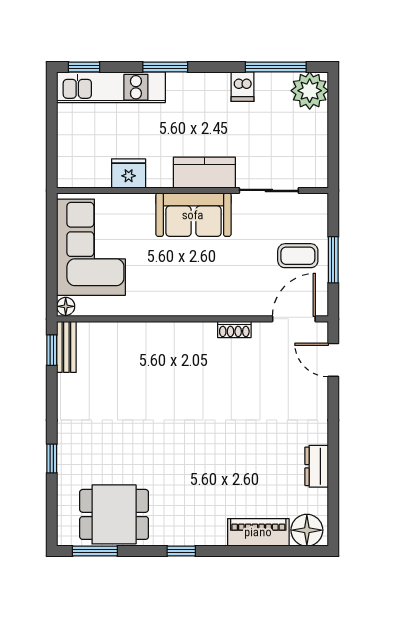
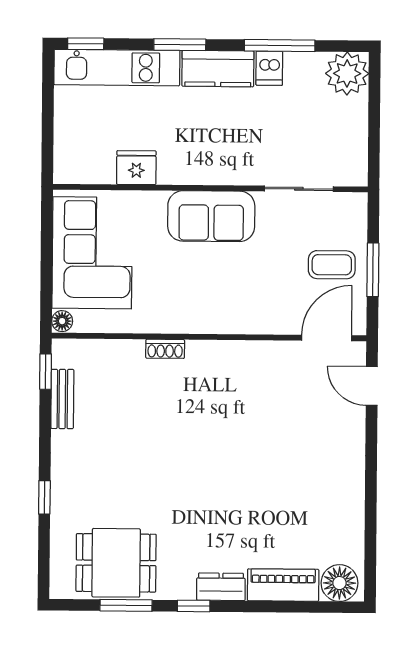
window: (276, 67) -> (280, 45), moved
kitchen counter: (204, 173) -> (218, 69), moved, turned 180
shoe rack: (234, 329) -> (165, 349), moved
bench: (66, 347) -> (62, 399), moved
dresser: (317, 466) -> (221, 587), moved, turned 90
window: (95, 551) -> (126, 605), moved

